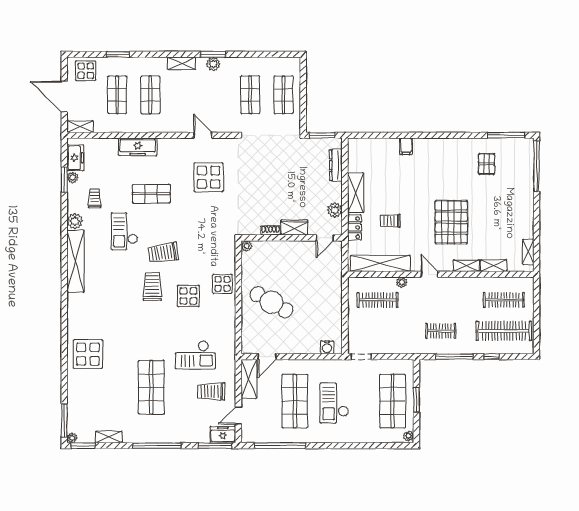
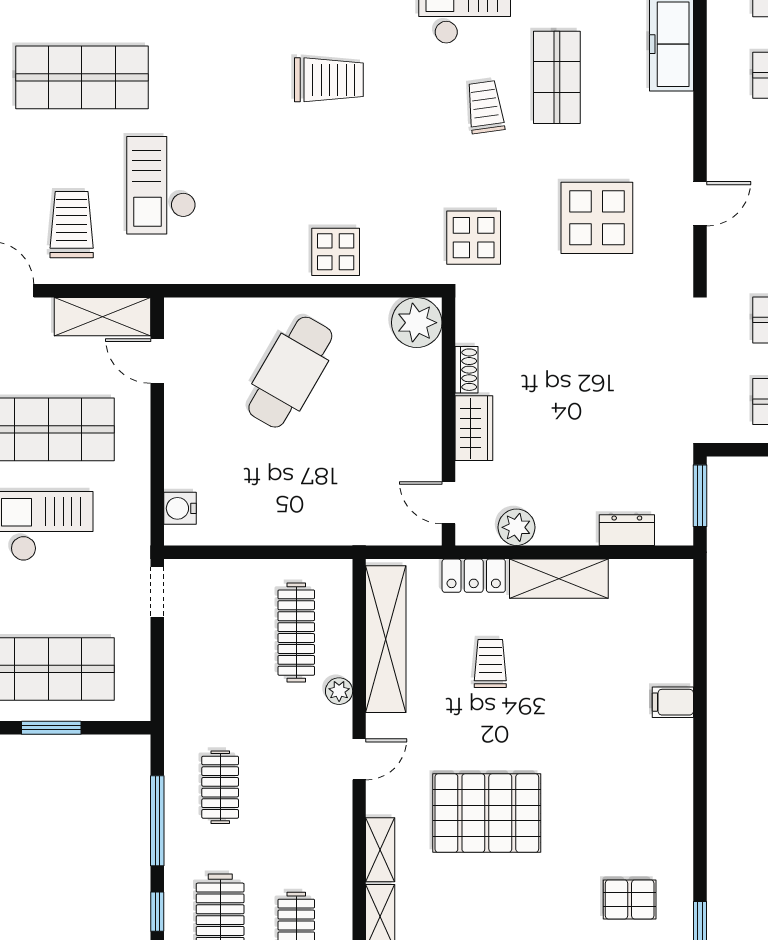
dresser: (336, 165) -> (627, 530), width x0.70
plant: (246, 246) -> (417, 323), width x1.87, depth x1.87
trolley: (163, 253) -> (485, 107), moved, width x0.73, depth x0.72
display table: (188, 296) -> (474, 238), moved

